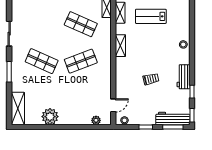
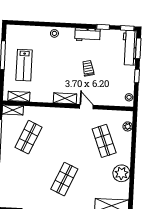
shelving: (120, 46) -> (65, 98), moved
shop shelf: (81, 61) -> (104, 141), moved
door: (113, 105) -> (86, 107), moved

